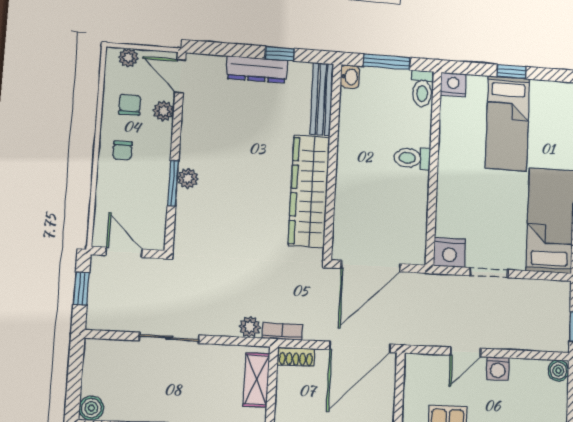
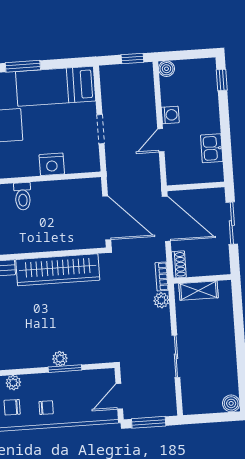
nightstand: (449, 252) -> (52, 164), moved, turned 90
window: (81, 289) -> (149, 422), width x1.50
door: (466, 352) -> (161, 140), swing flipped

